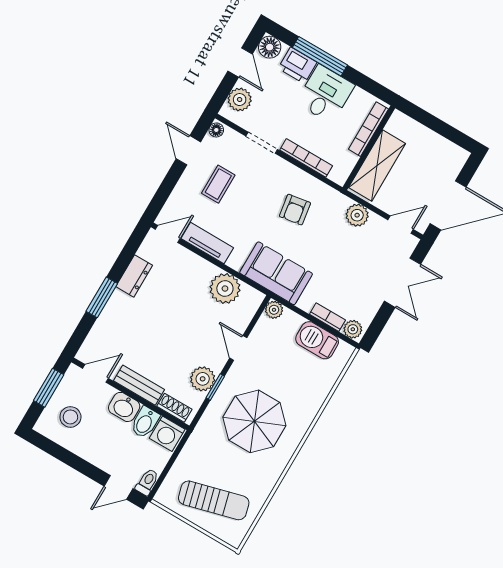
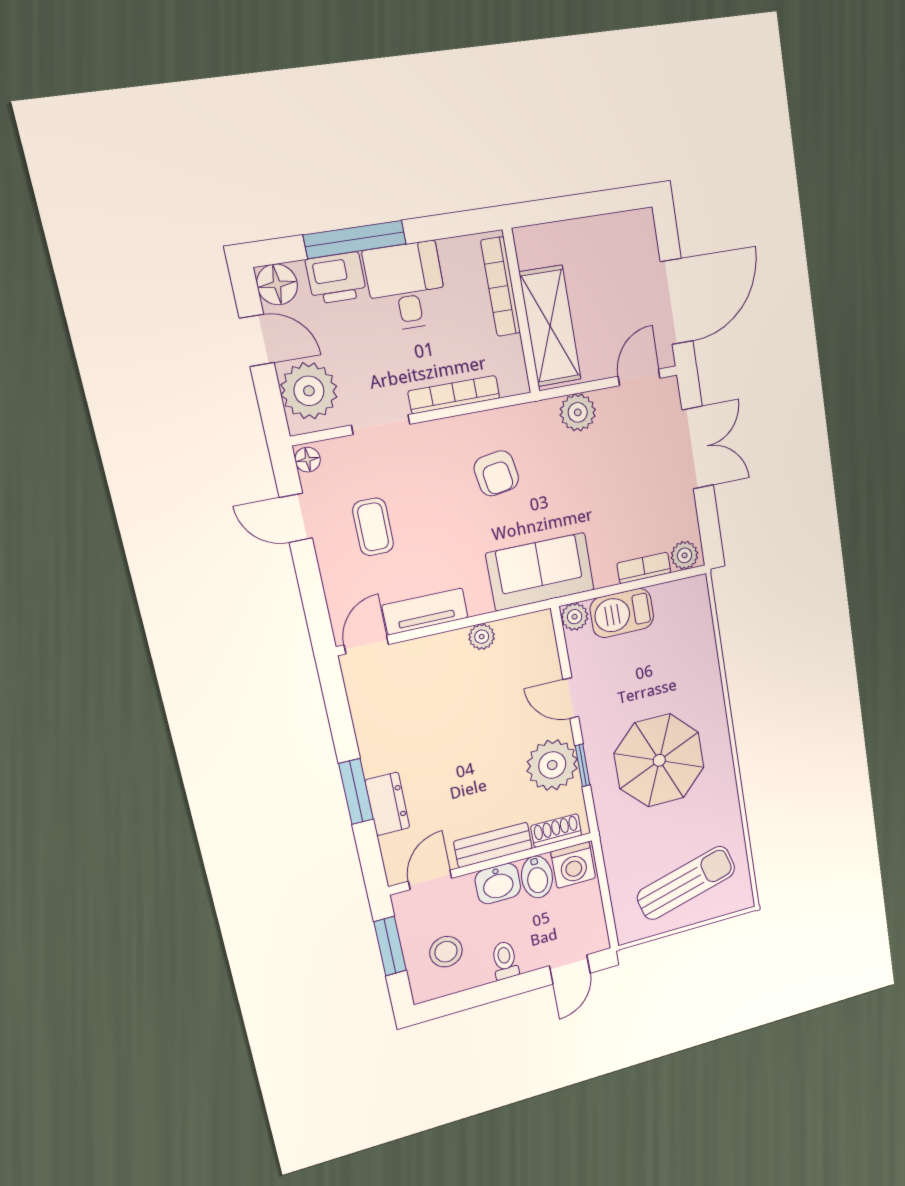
plant: (240, 100) -> (309, 391), width x1.36, depth x1.36
dresser: (134, 276) -> (387, 804), moved
plant: (225, 289) -> (482, 637), width x0.53, depth x0.53
barbecue: (317, 340) -> (622, 613), moved
plant: (203, 379) -> (552, 765), width x1.36, depth x1.36
toilet: (147, 482) -> (505, 960), moved

